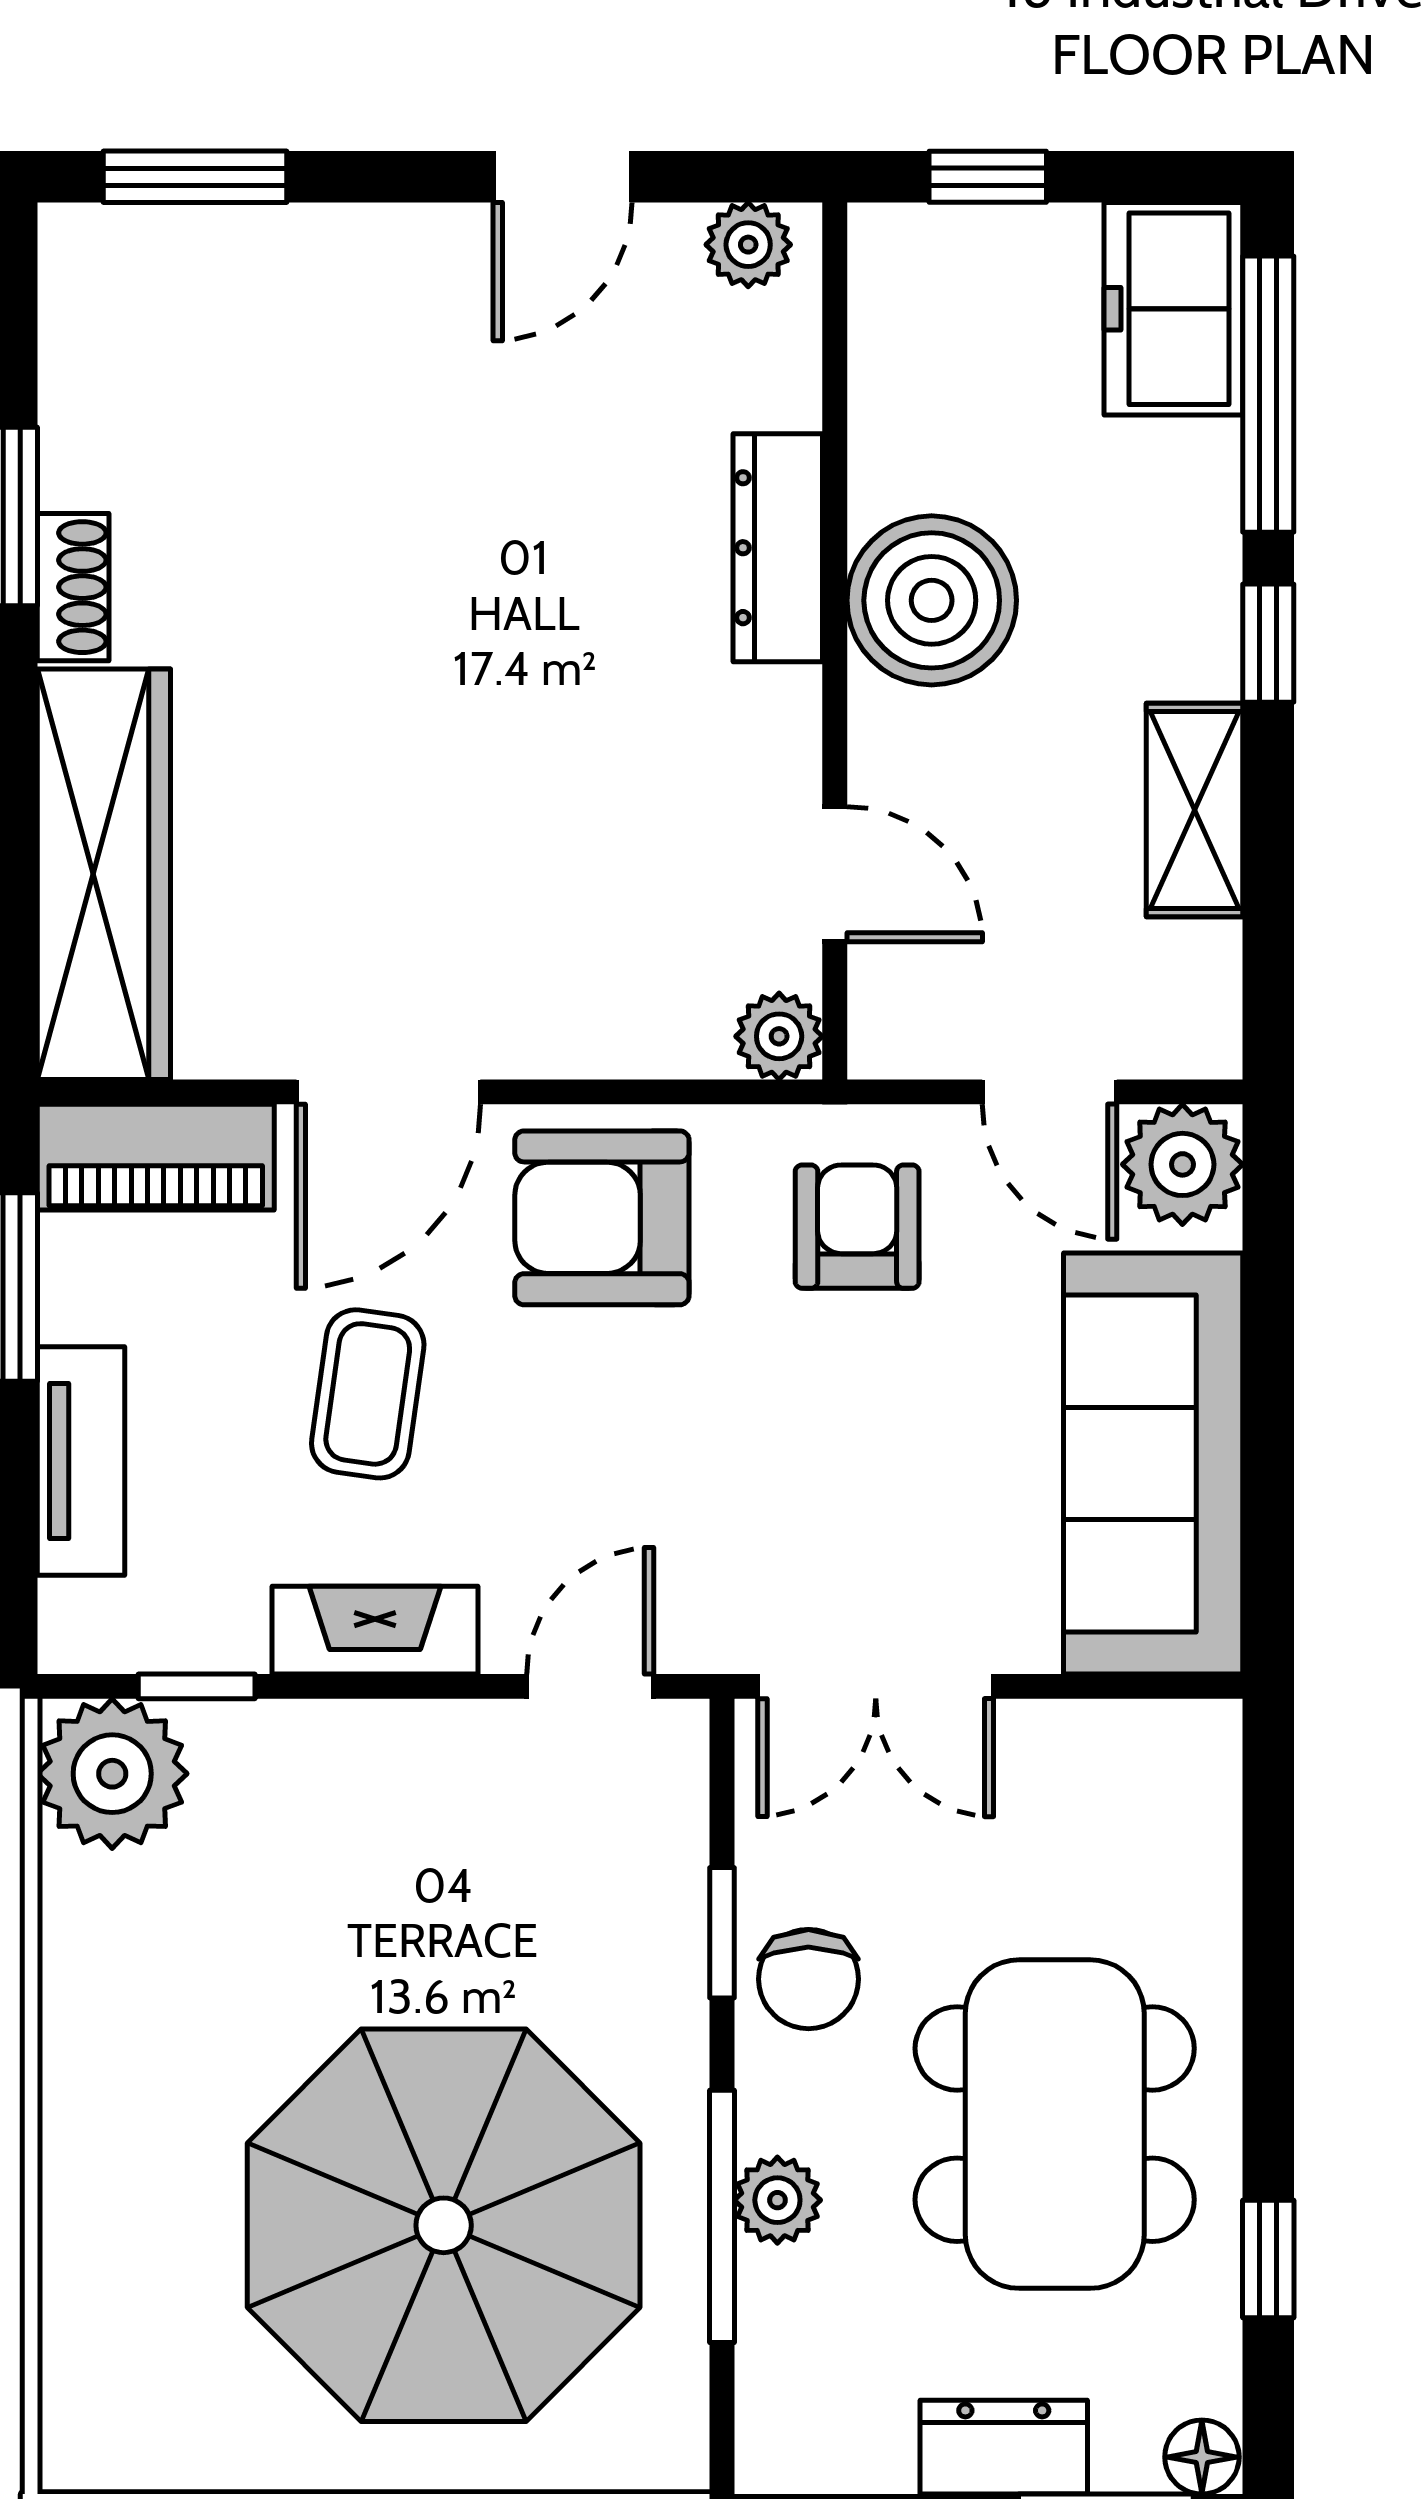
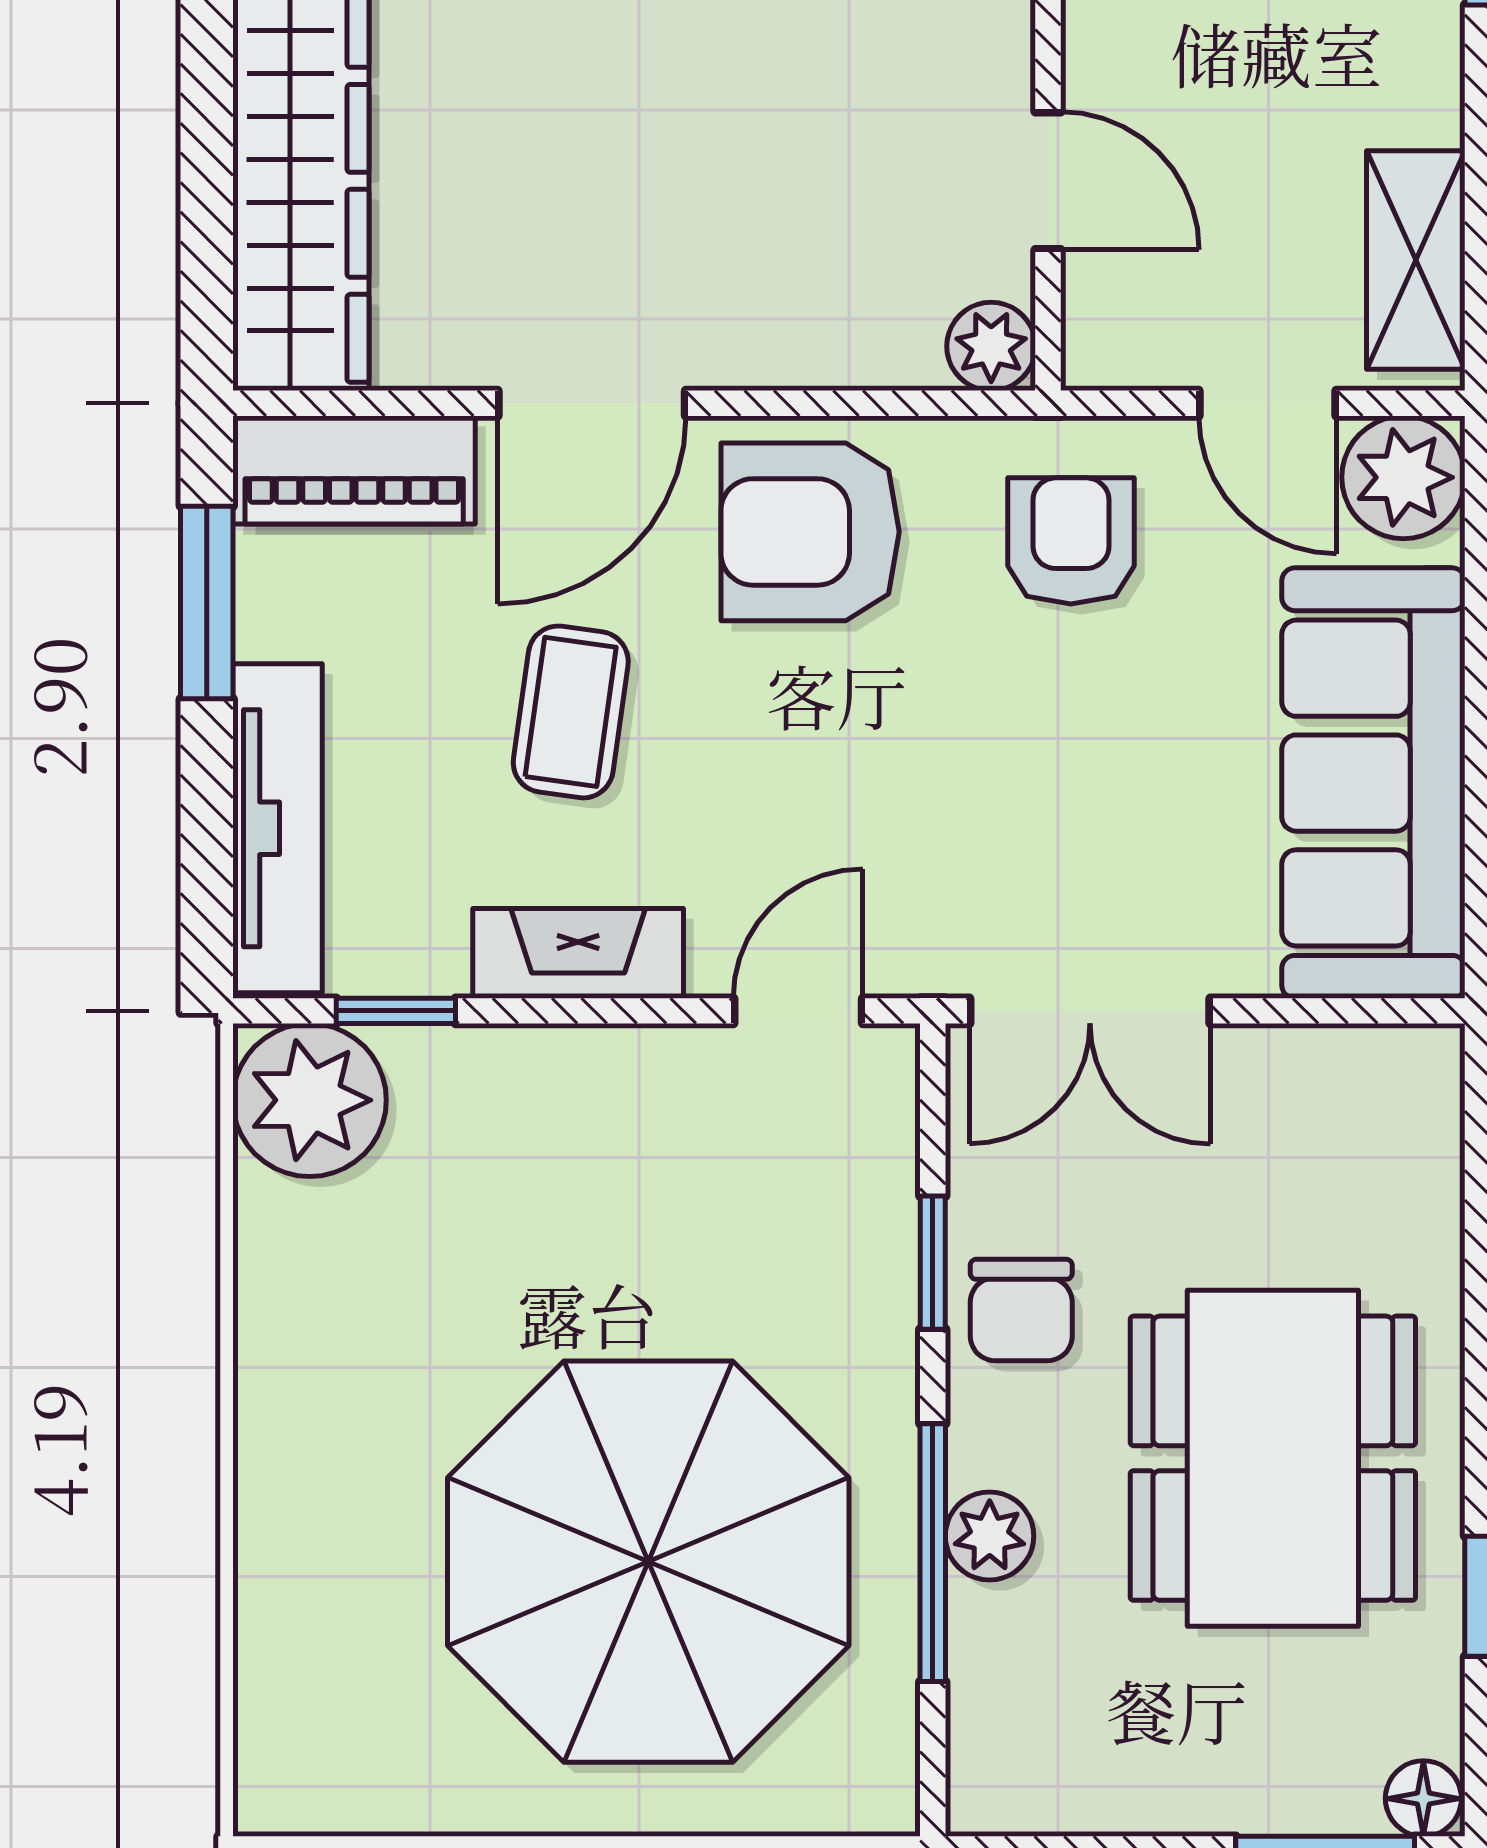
shelving: (1195, 810) -> (1416, 260), moved
tv unit: (81, 1461) -> (278, 828), width x1.41
dresser: (1004, 2447) -> (1221, 1788), removed

